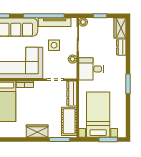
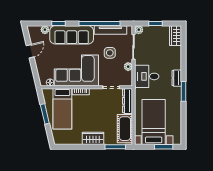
dresser: (121, 47) -> (177, 78), moved

